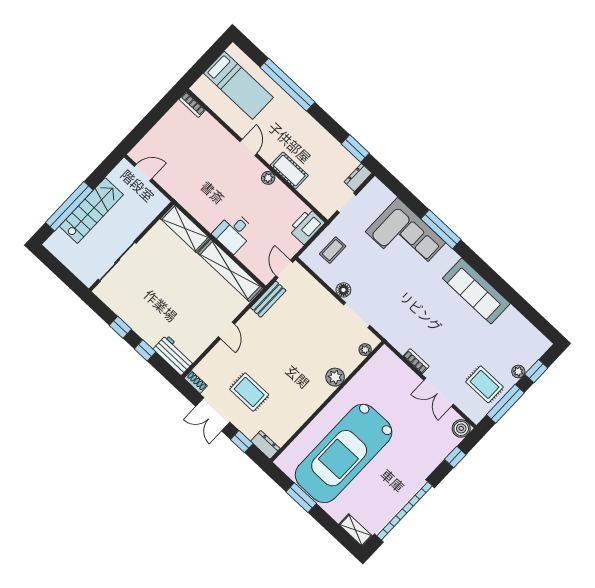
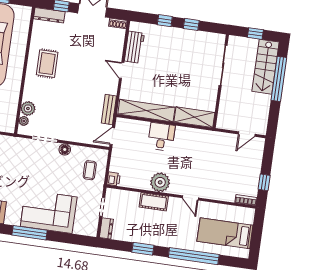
window: (160, 110) -> (264, 182), added
window: (355, 149) -> (143, 249), moved
plant: (268, 178) -> (160, 182), width x1.88, depth x1.88
stairs: (91, 211) -> (265, 67), moved
printer: (307, 226) -> (114, 179), width x0.53, depth x0.68
door: (284, 269) -> (112, 136), swing flipped
window: (60, 271) -> (255, 34), added
workbench: (174, 355) -> (134, 47), moved, turned -90
plant: (335, 377) -> (28, 108), moved
rug: (249, 392) -> (47, 64), moved, turned 90
dresser: (265, 445) -> (49, 15), width x1.44

